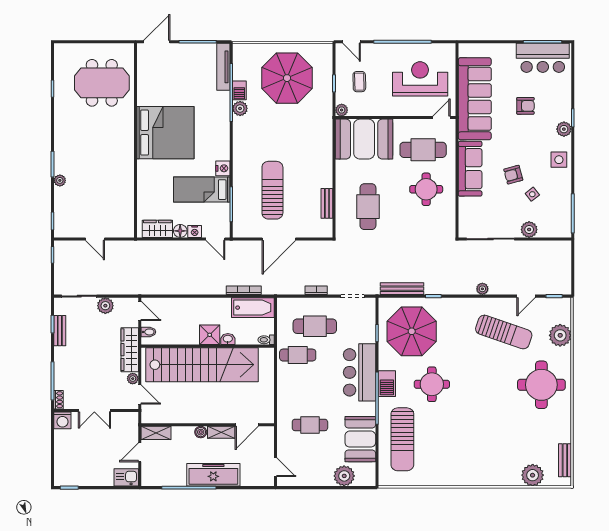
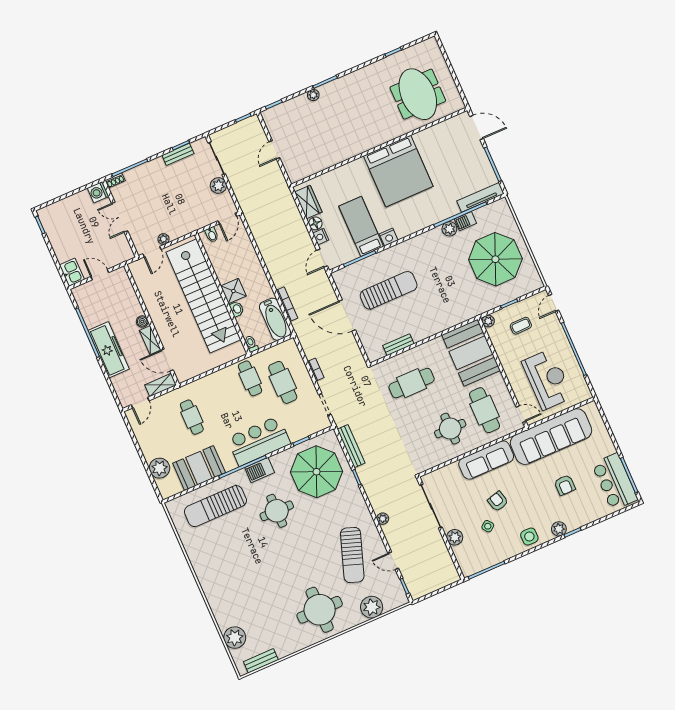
wardrobe: (130, 350) -> (188, 225), removed
shelving: (156, 433) -> (161, 385), moved, turned 90

